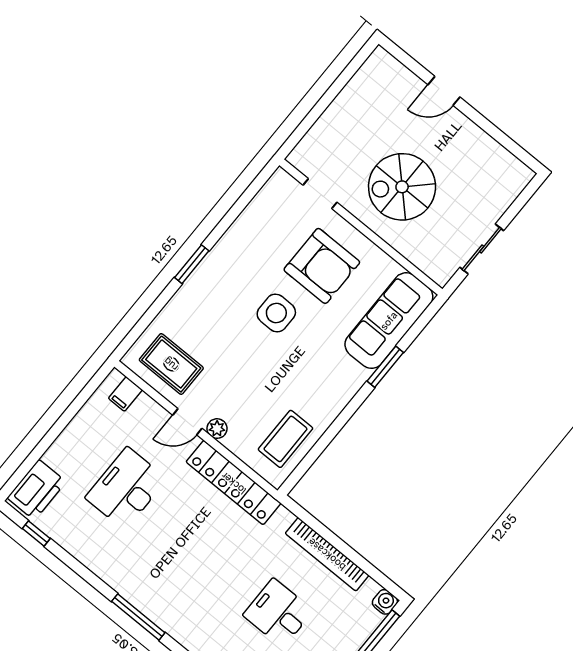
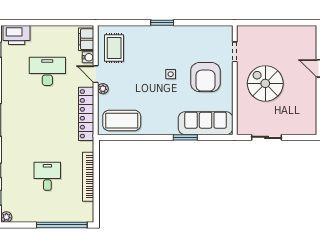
side table: (276, 313) -> (171, 74), width x0.54, depth x0.54
filing cabinet: (125, 394) -> (86, 39), width x2.00
coffee table: (285, 439) -> (122, 121), width x1.36, depth x1.32
water cooler: (385, 602) -> (88, 57), moved

